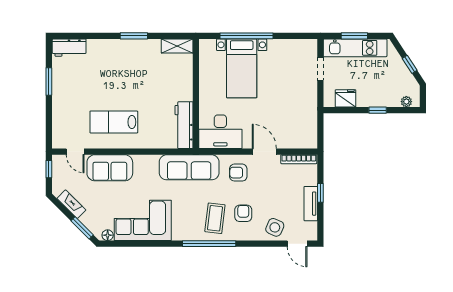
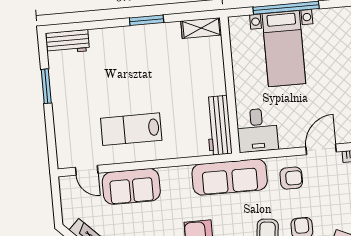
desk: (220, 132) -> (257, 130), width x0.73
door: (264, 152) -> (321, 149), hinge flipped
window: (49, 169) -> (56, 195), removed
armchair: (238, 173) -> (291, 178), turned 180

